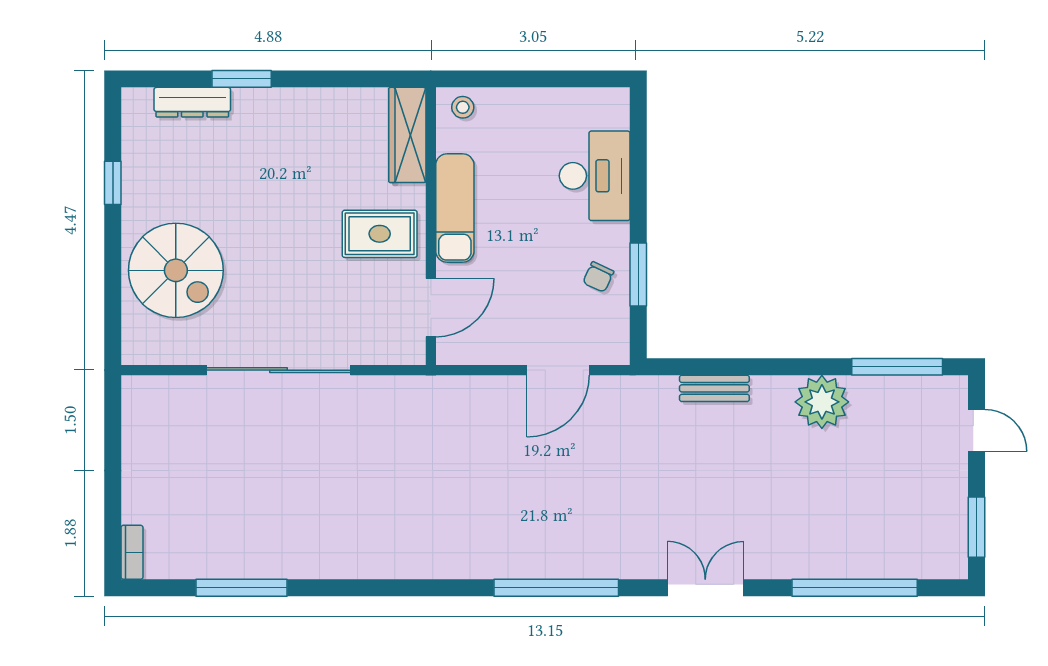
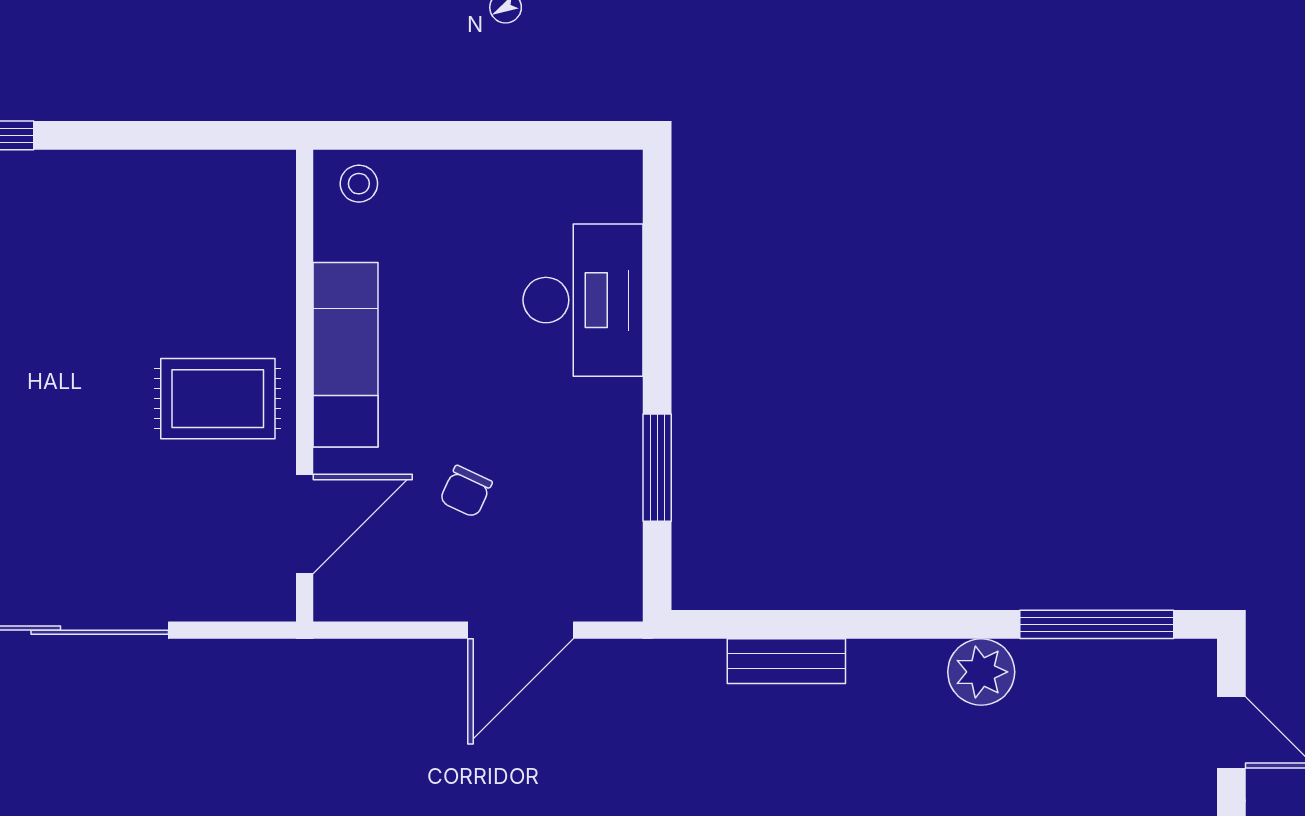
wardrobe: (407, 135) -> (265, 231), removed
chair: (598, 277) -> (466, 491), moved
plant: (822, 402) -> (981, 672), width x0.73, depth x0.73

